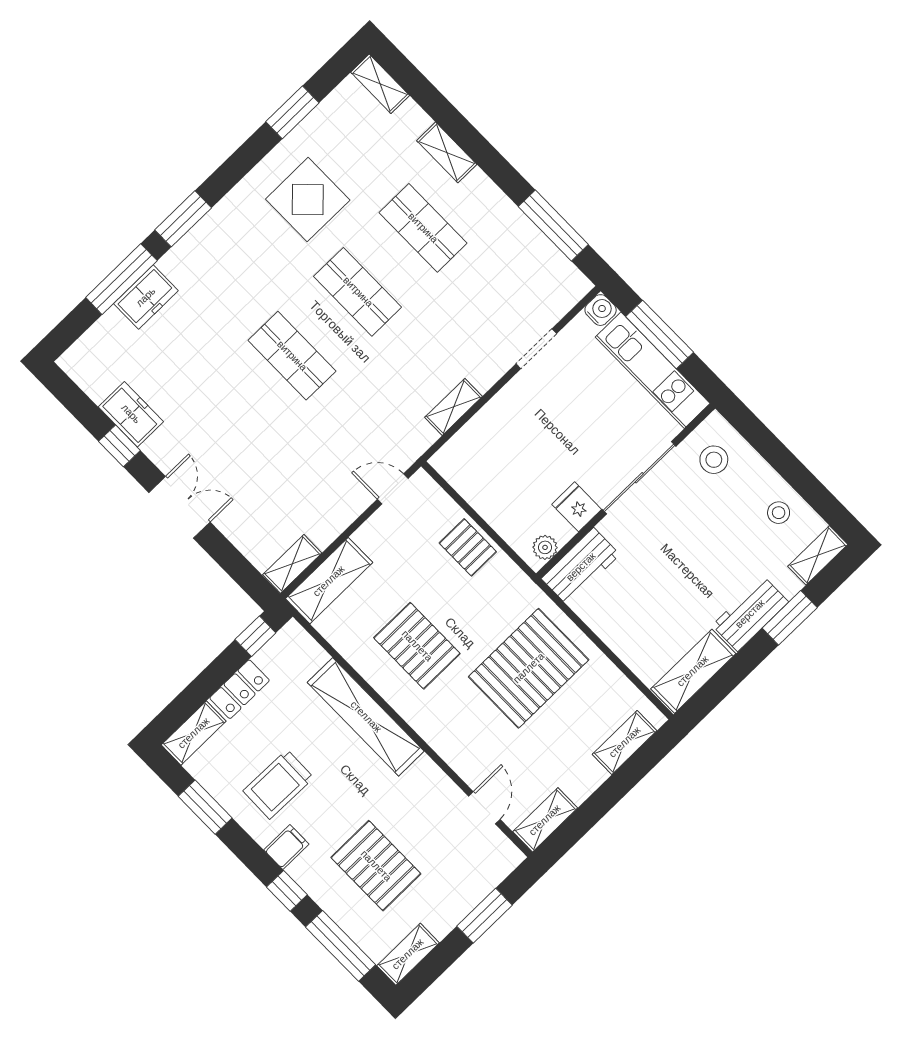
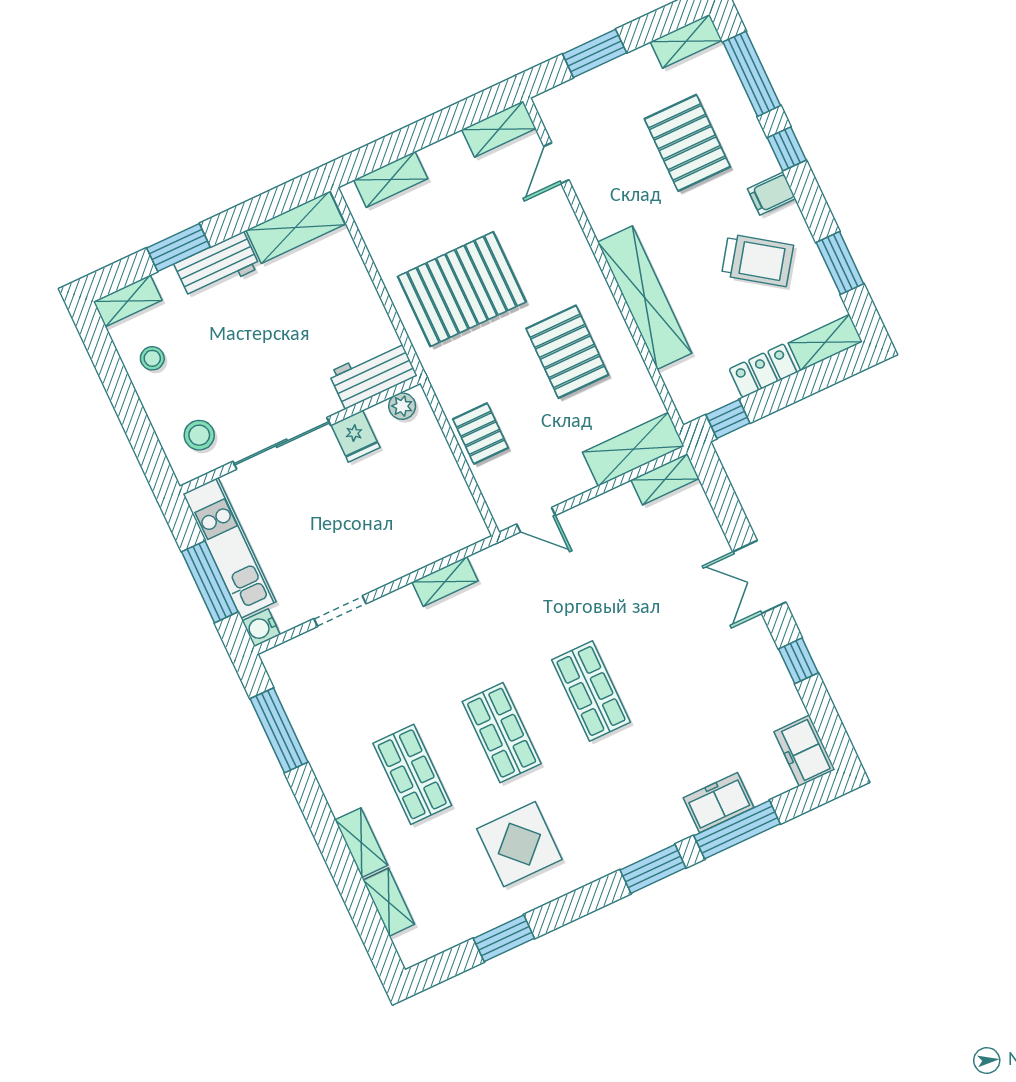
shelving: (380, 84) -> (389, 902), moved
freezer: (131, 414) -> (804, 751), moved
trolley: (278, 784) -> (757, 260), turned 34

